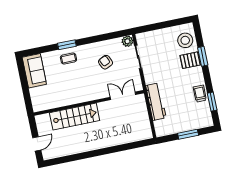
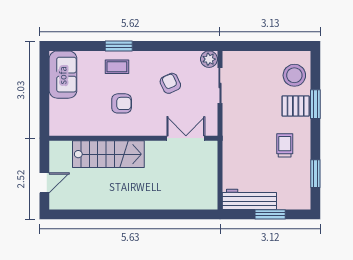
armchair: (76, 82) -> (122, 103), added
trolley: (200, 94) -> (285, 145), moved
workbench: (156, 102) -> (249, 199), moved, turned -90

